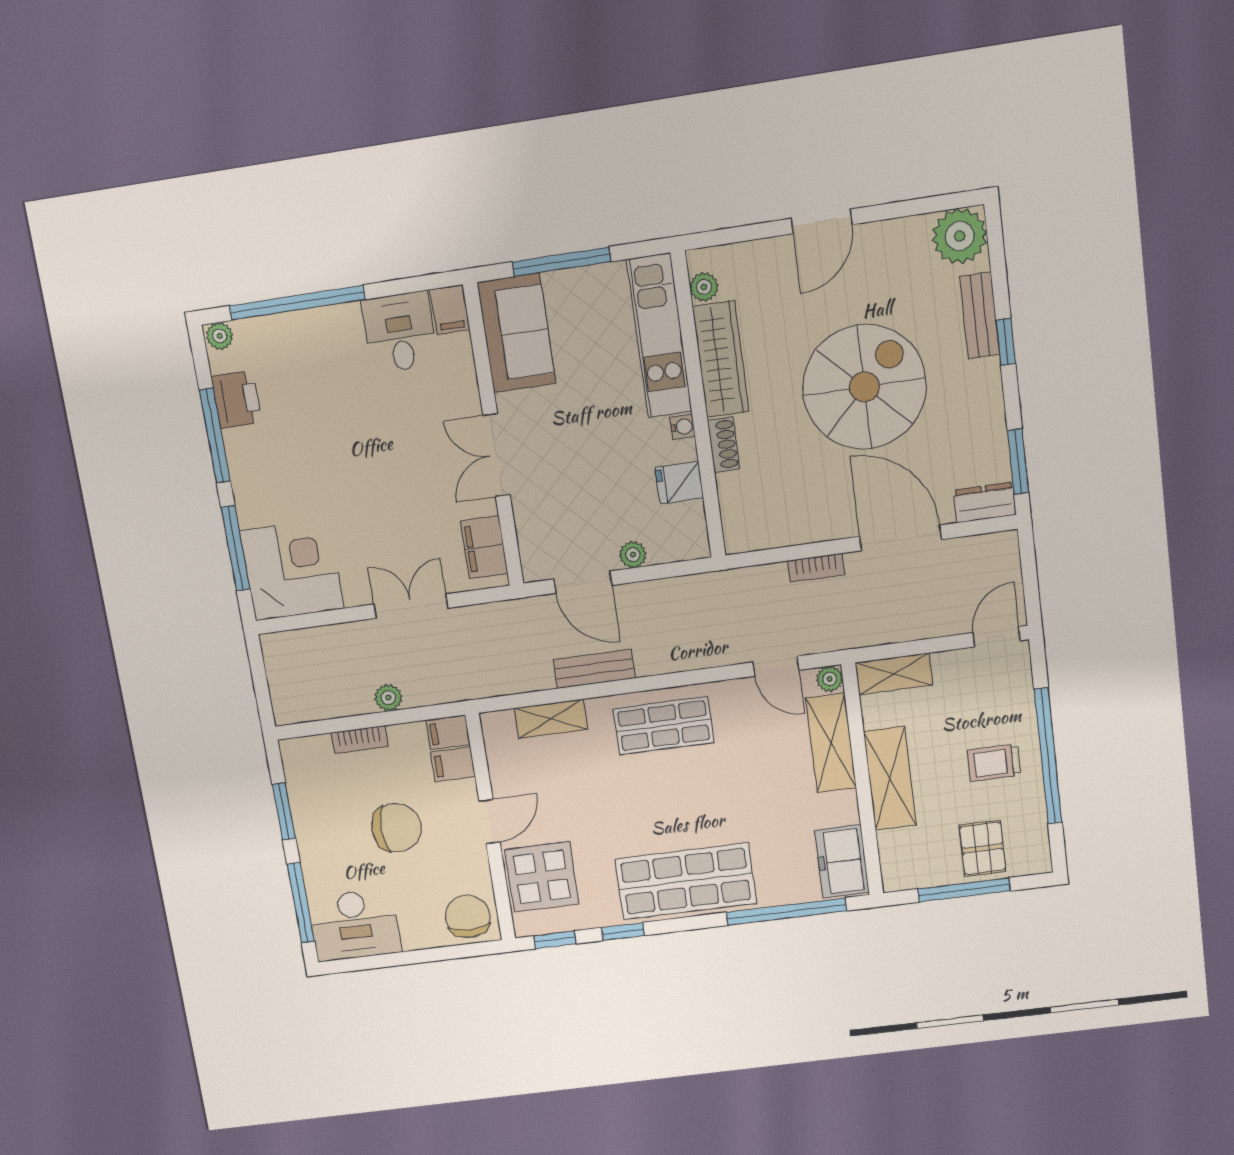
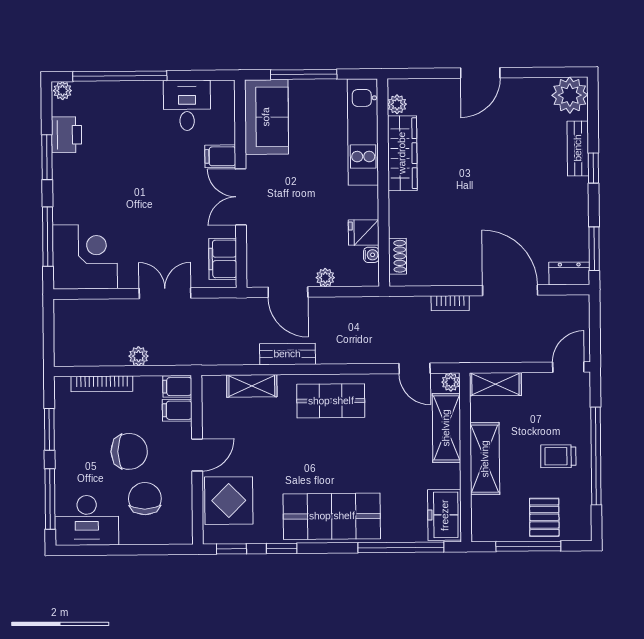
filing cabinet: (450, 310) -> (220, 156), moved, turned 90
spiral stairs: (864, 387) -> (497, 185), removed
water cooler: (683, 427) -> (371, 255), moved
window: (215, 436) -> (47, 157), width x0.69
shoe rack: (723, 445) -> (397, 256), moved
bookcase: (359, 740) -> (102, 384), width x1.56
chair: (468, 916) -> (145, 499), moved

